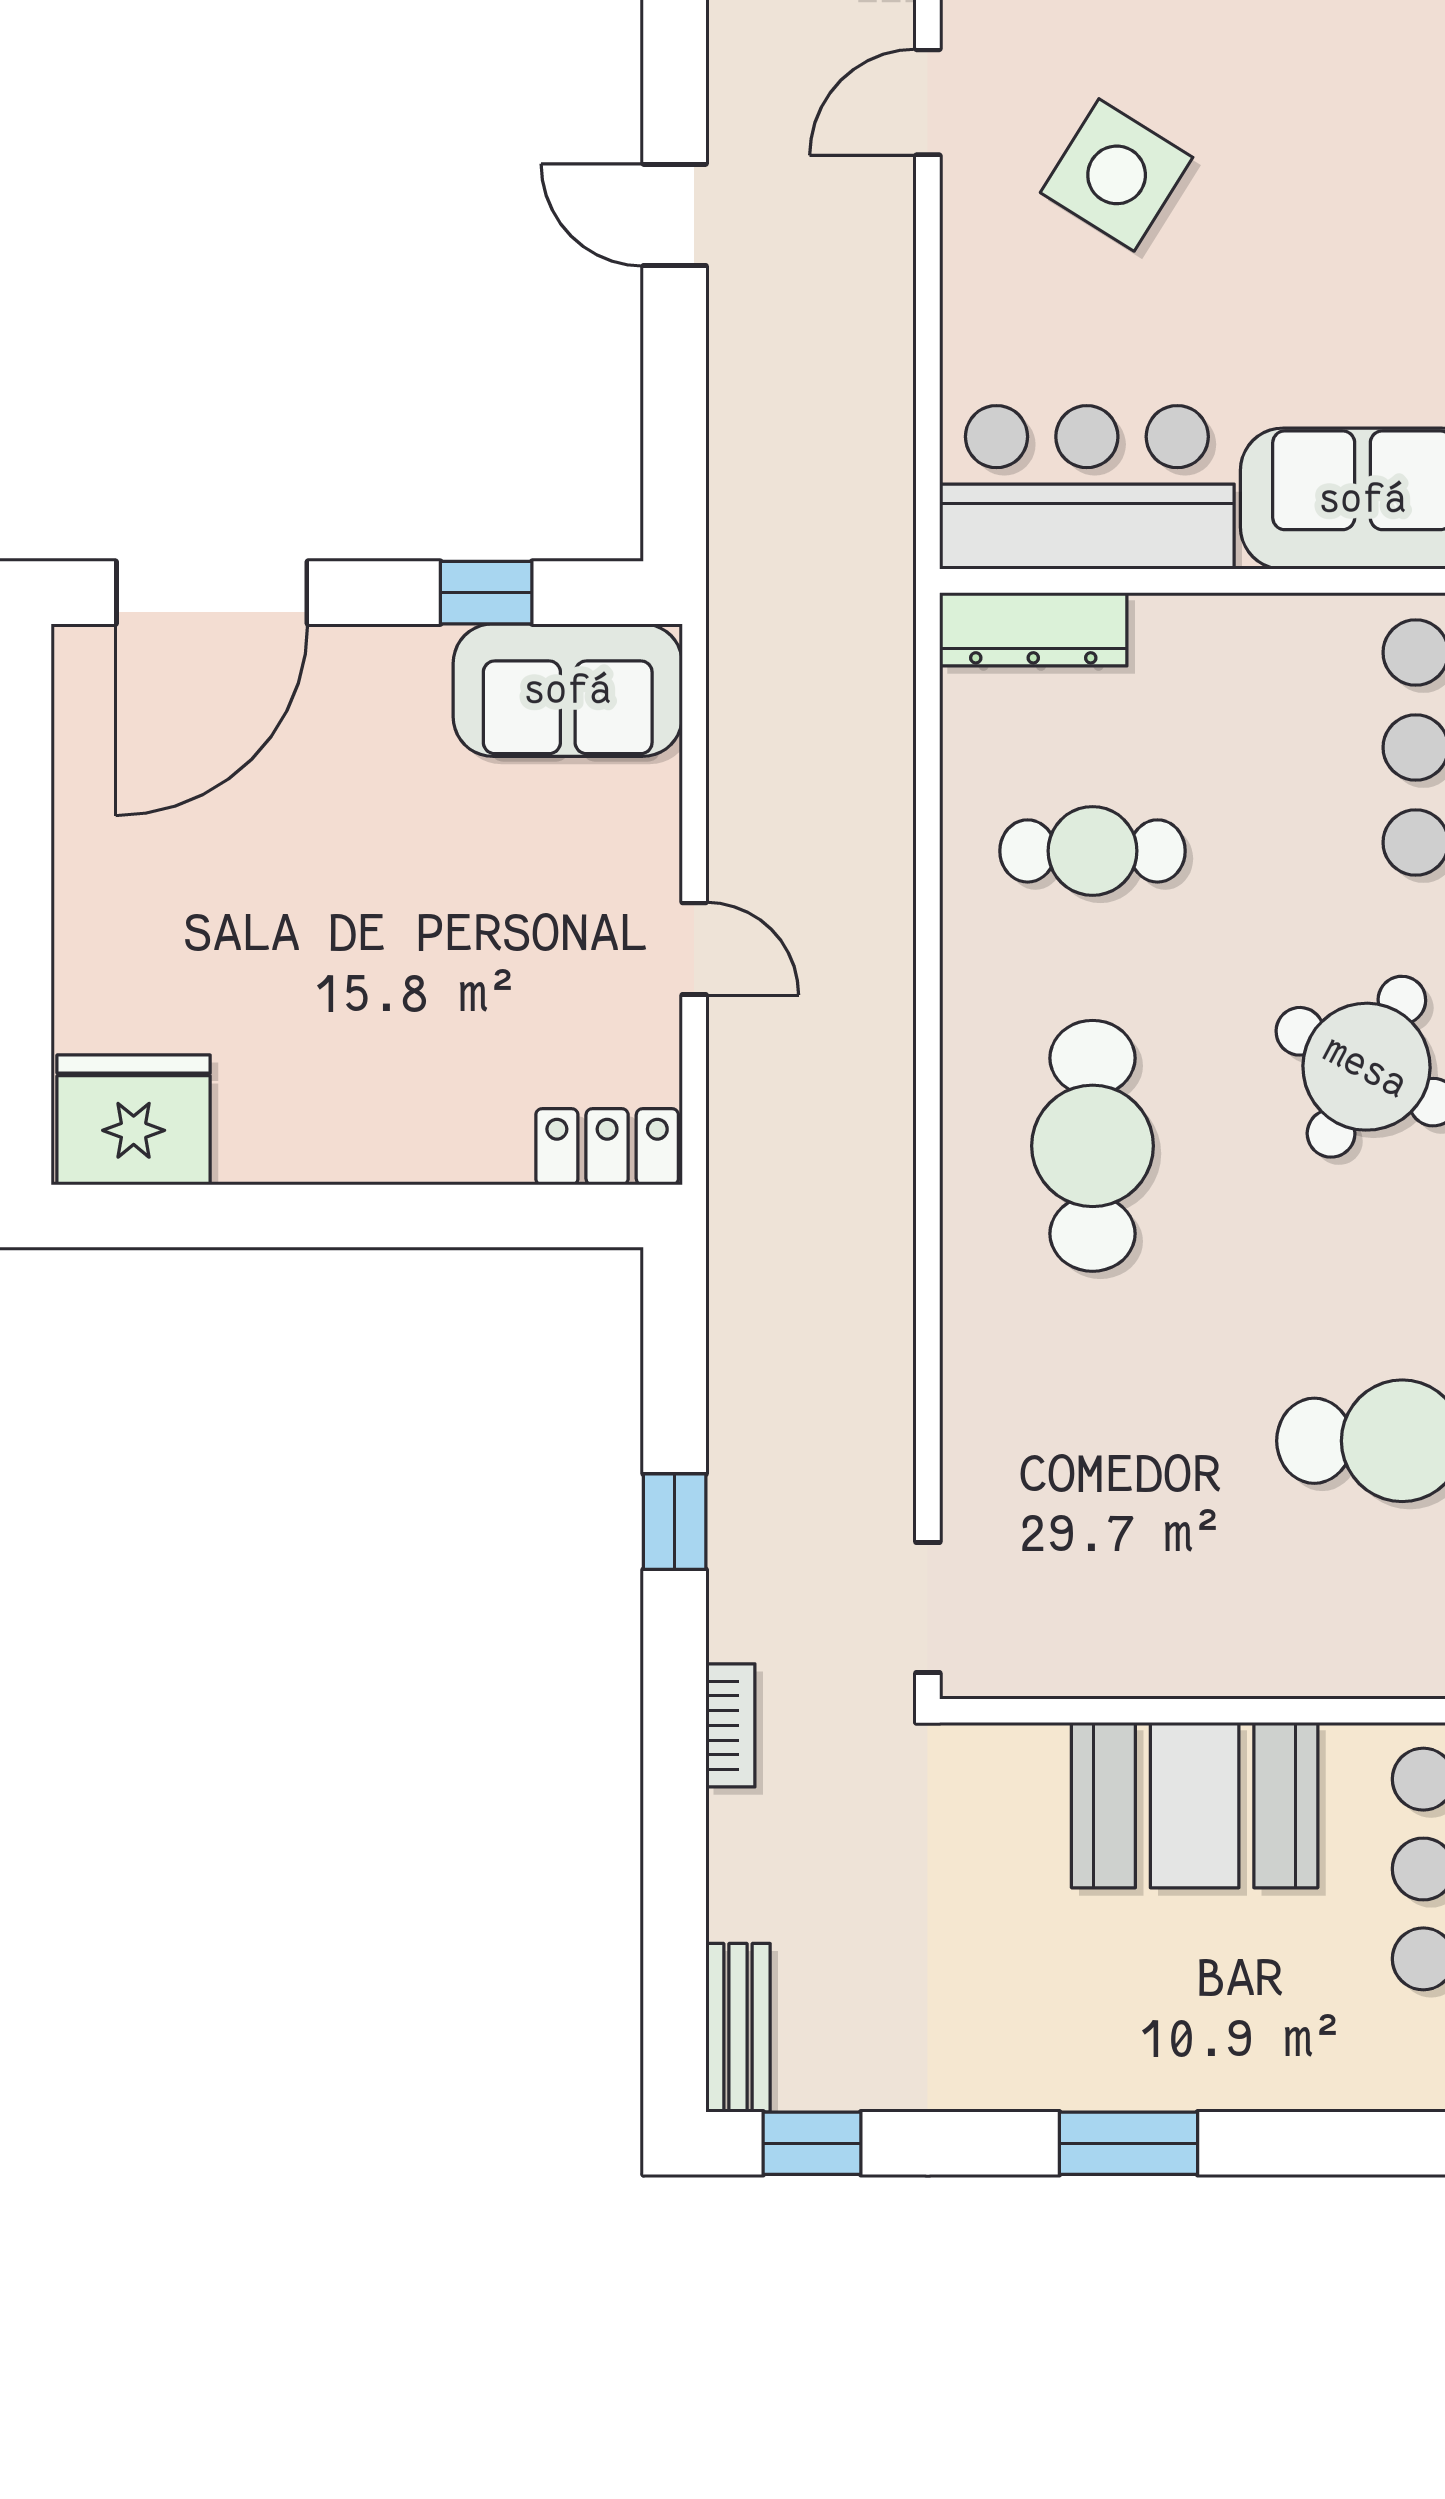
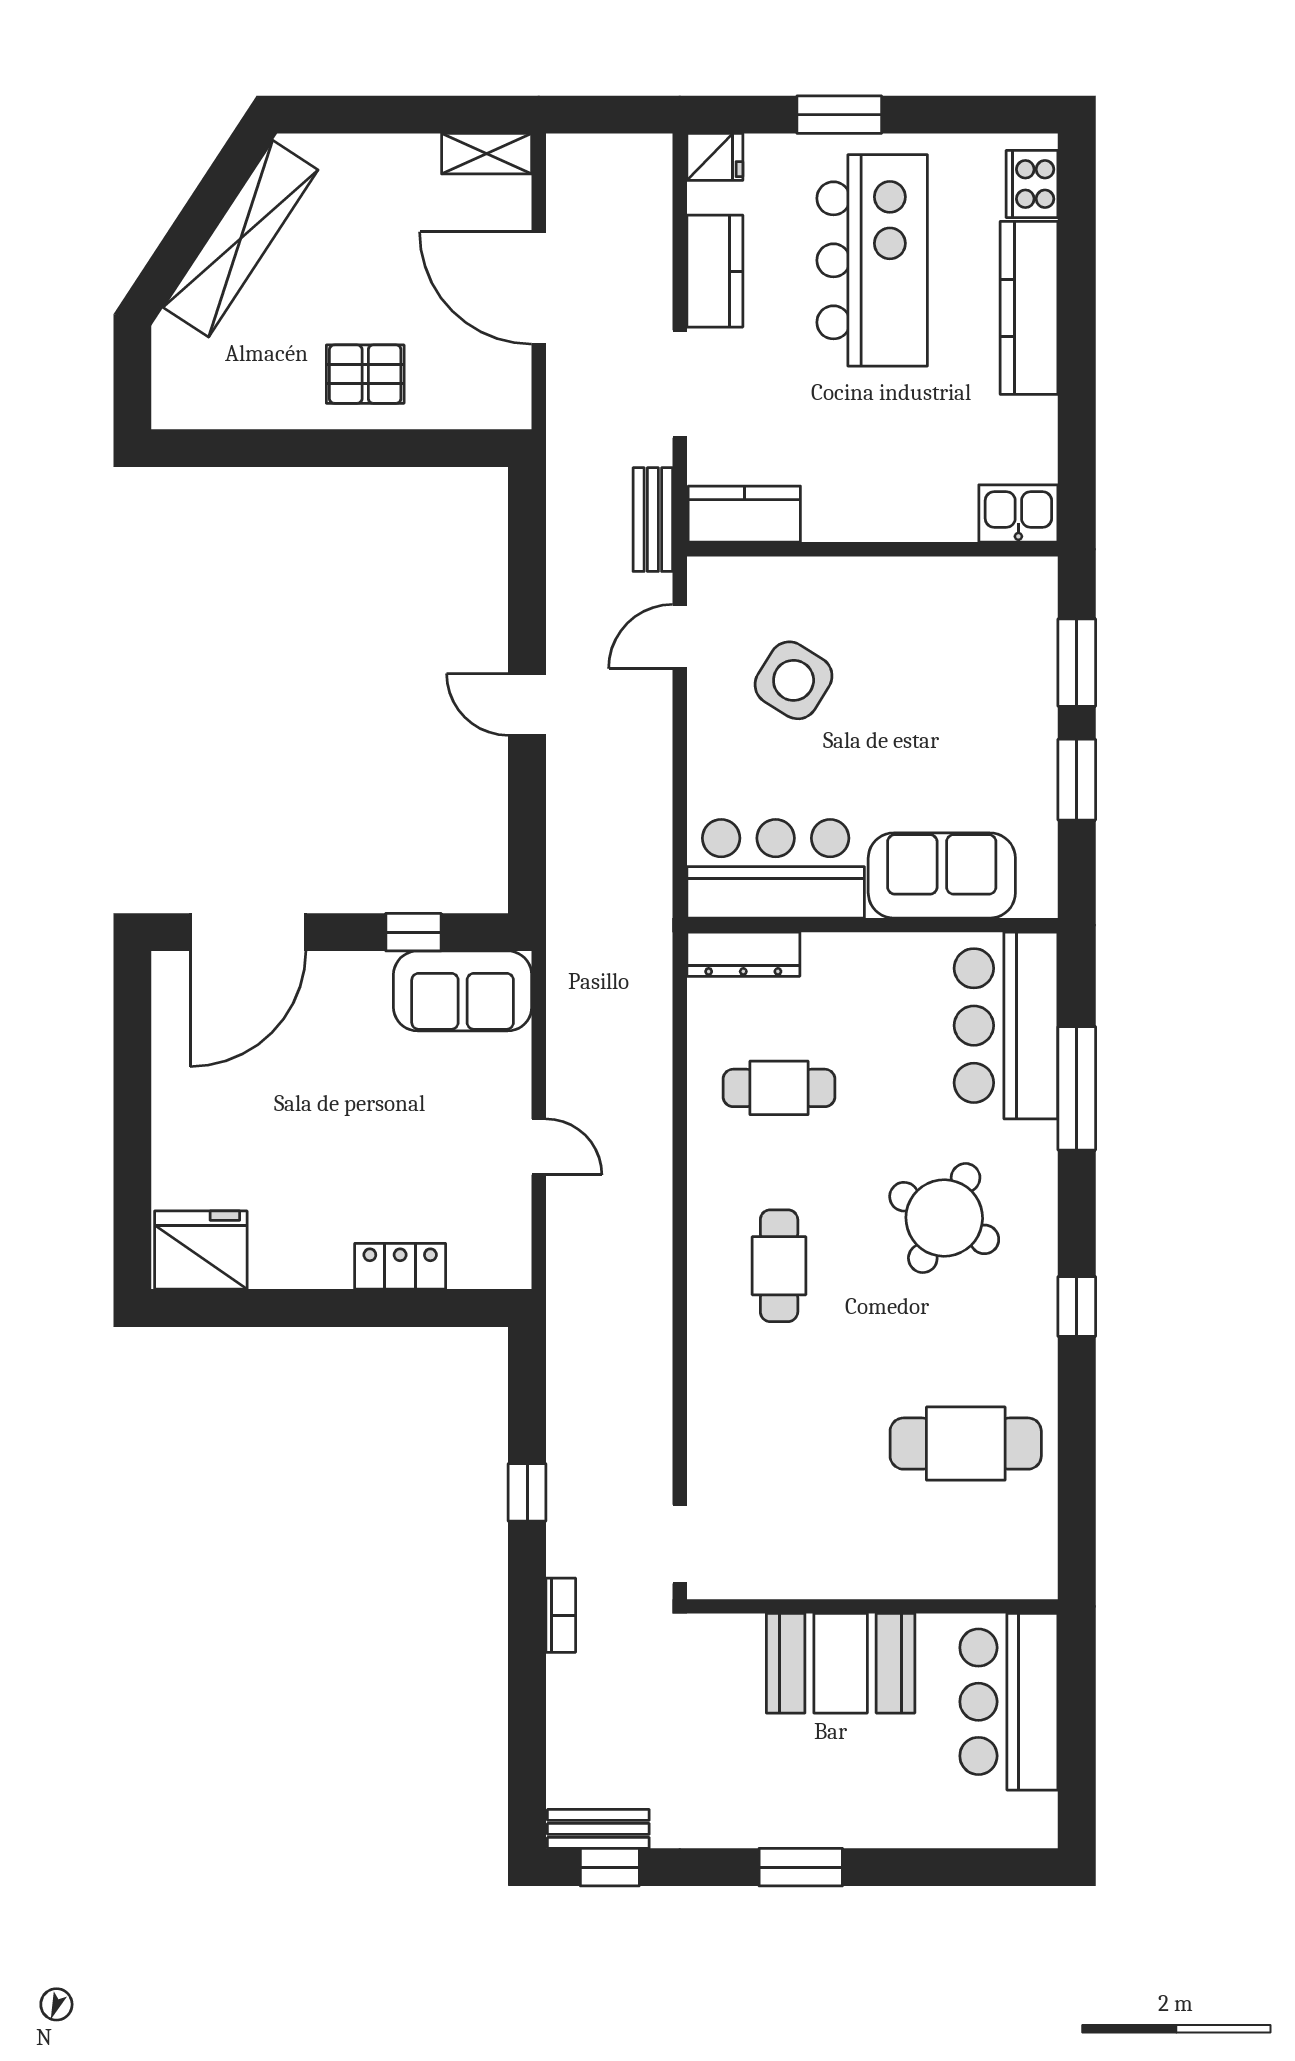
cafe table: (1093, 1146) -> (779, 1266), width x0.73, depth x0.74
locker: (607, 1147) -> (400, 1266), moved
bench: (738, 2028) -> (598, 1829), moved, turned 90

